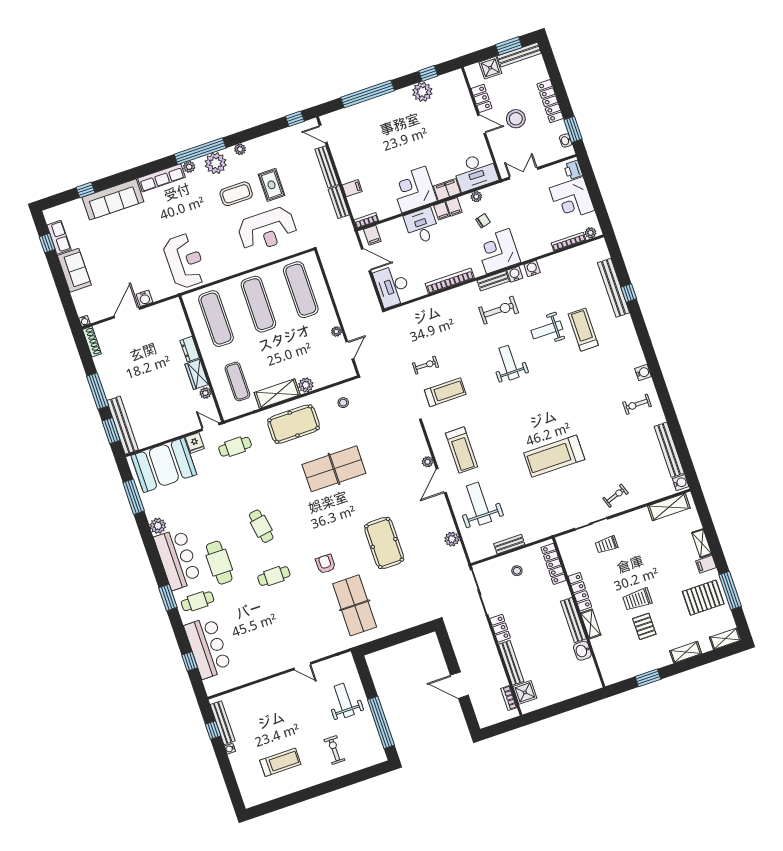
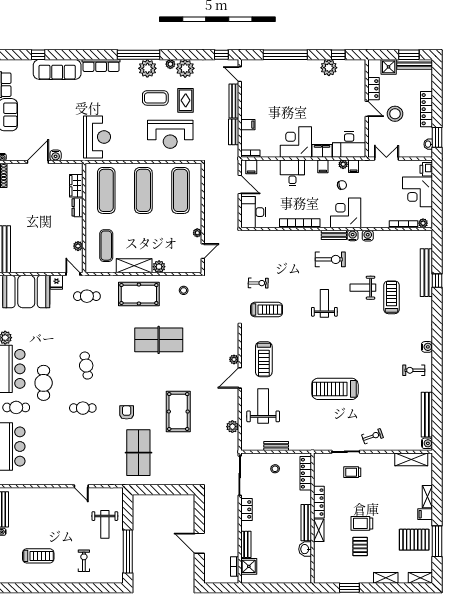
plant: (189, 167) -> (185, 68), moved, width x1.87, depth x1.87
filing cabinet: (442, 211) -> (353, 166), moved
wardrobe: (197, 374) -> (76, 186), moved
bench: (511, 663) -> (246, 544), width x0.73
weight bench: (344, 700) -> (105, 524), turned 180

